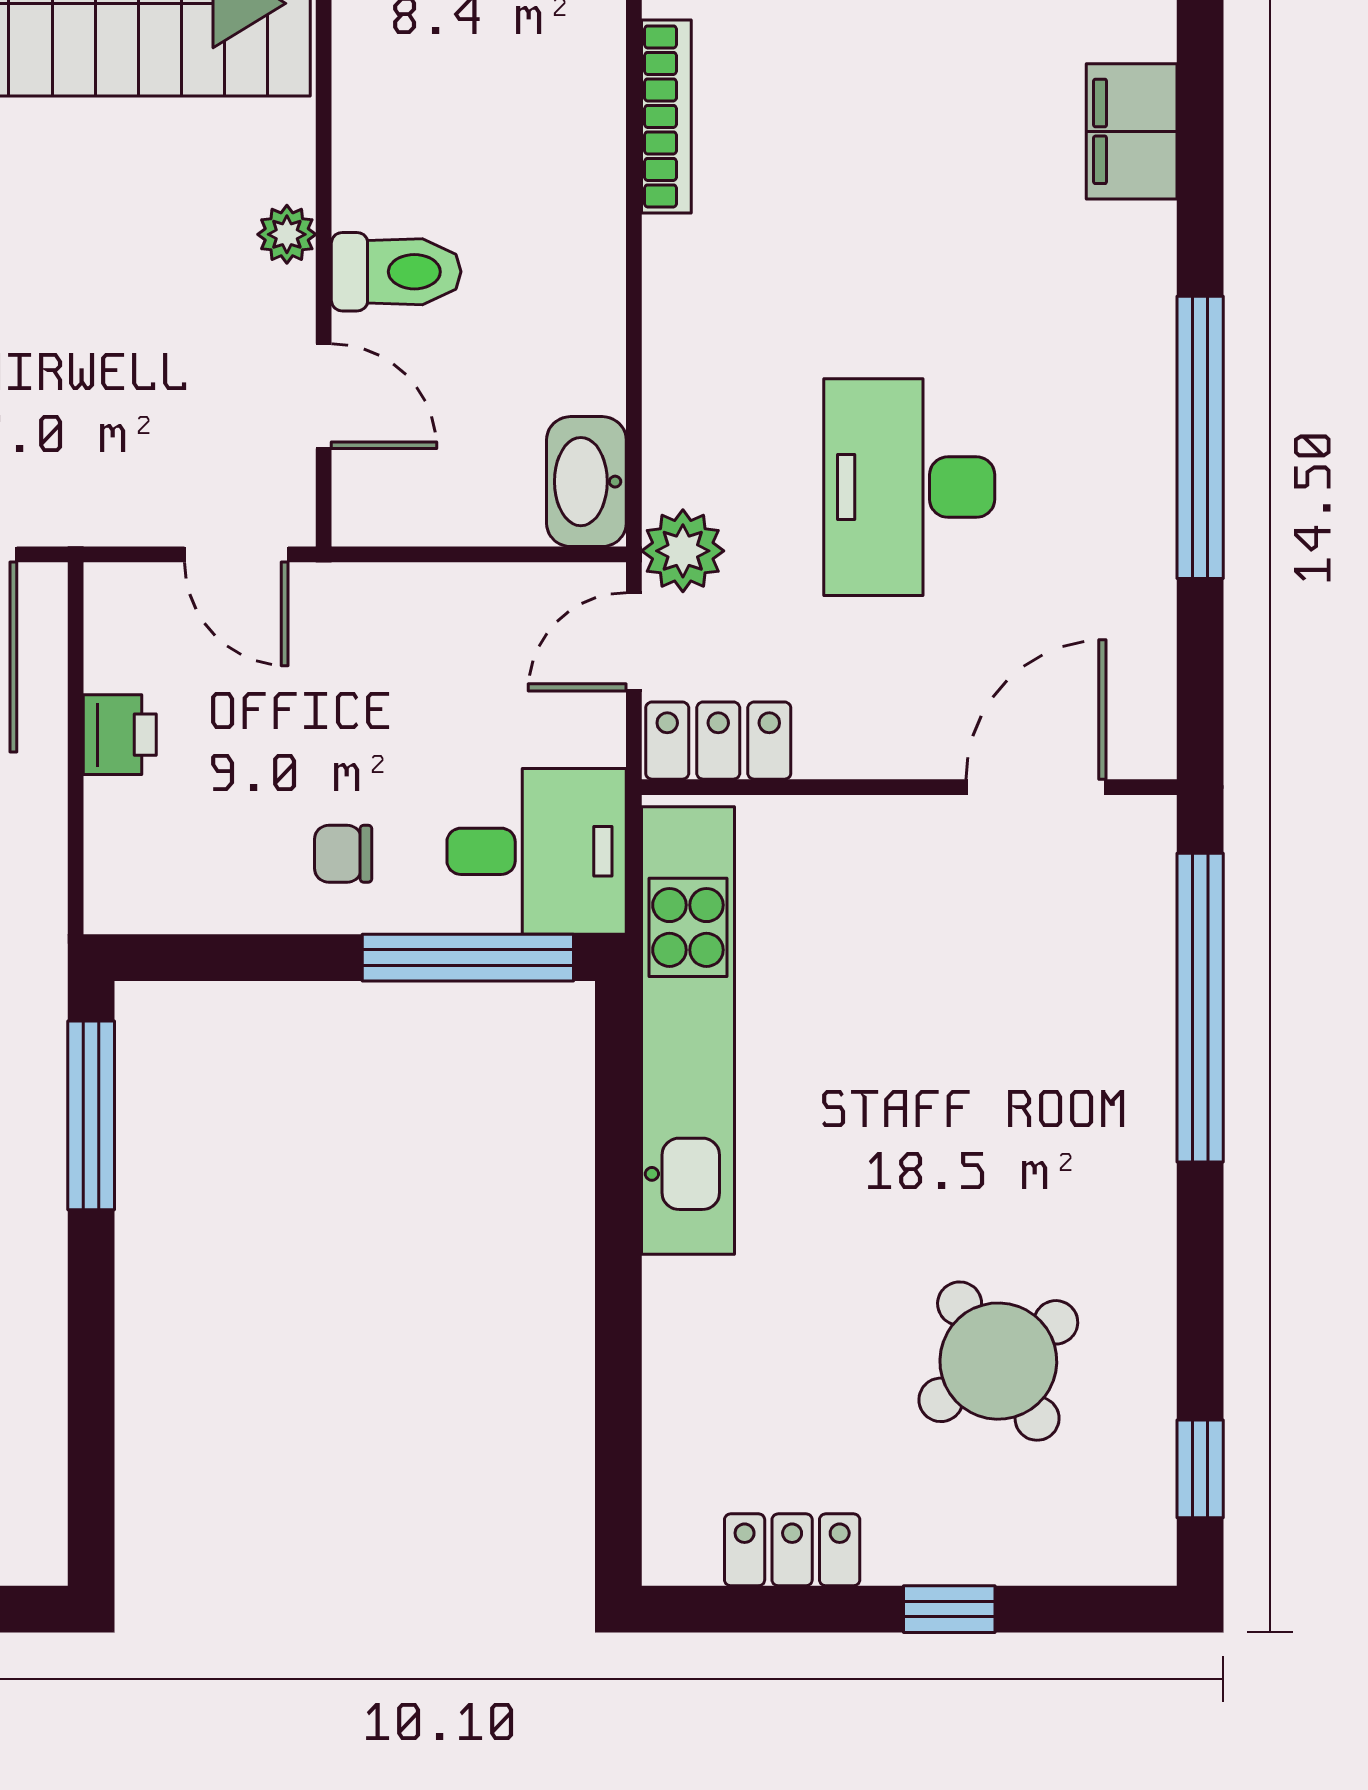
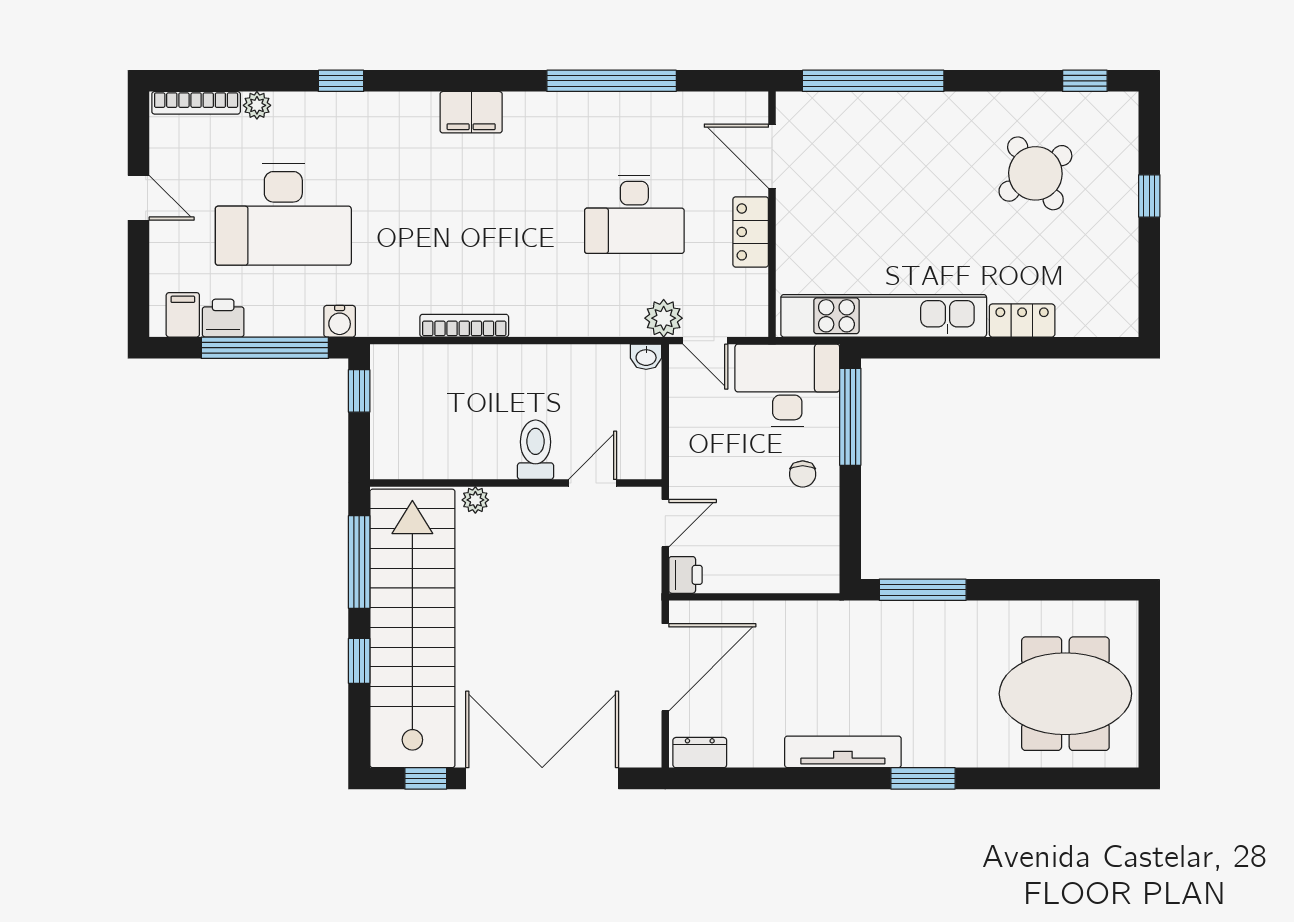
plant: (287, 234) -> (475, 500), moved
washbasin: (586, 482) -> (646, 357), width x0.52, depth x0.69
printer: (120, 735) -> (685, 575), moved, turned 90
locker: (718, 741) -> (751, 232), moved
desk: (537, 851) -> (787, 385), width x1.37
locker: (792, 1550) -> (1022, 321), moved, turned 90

